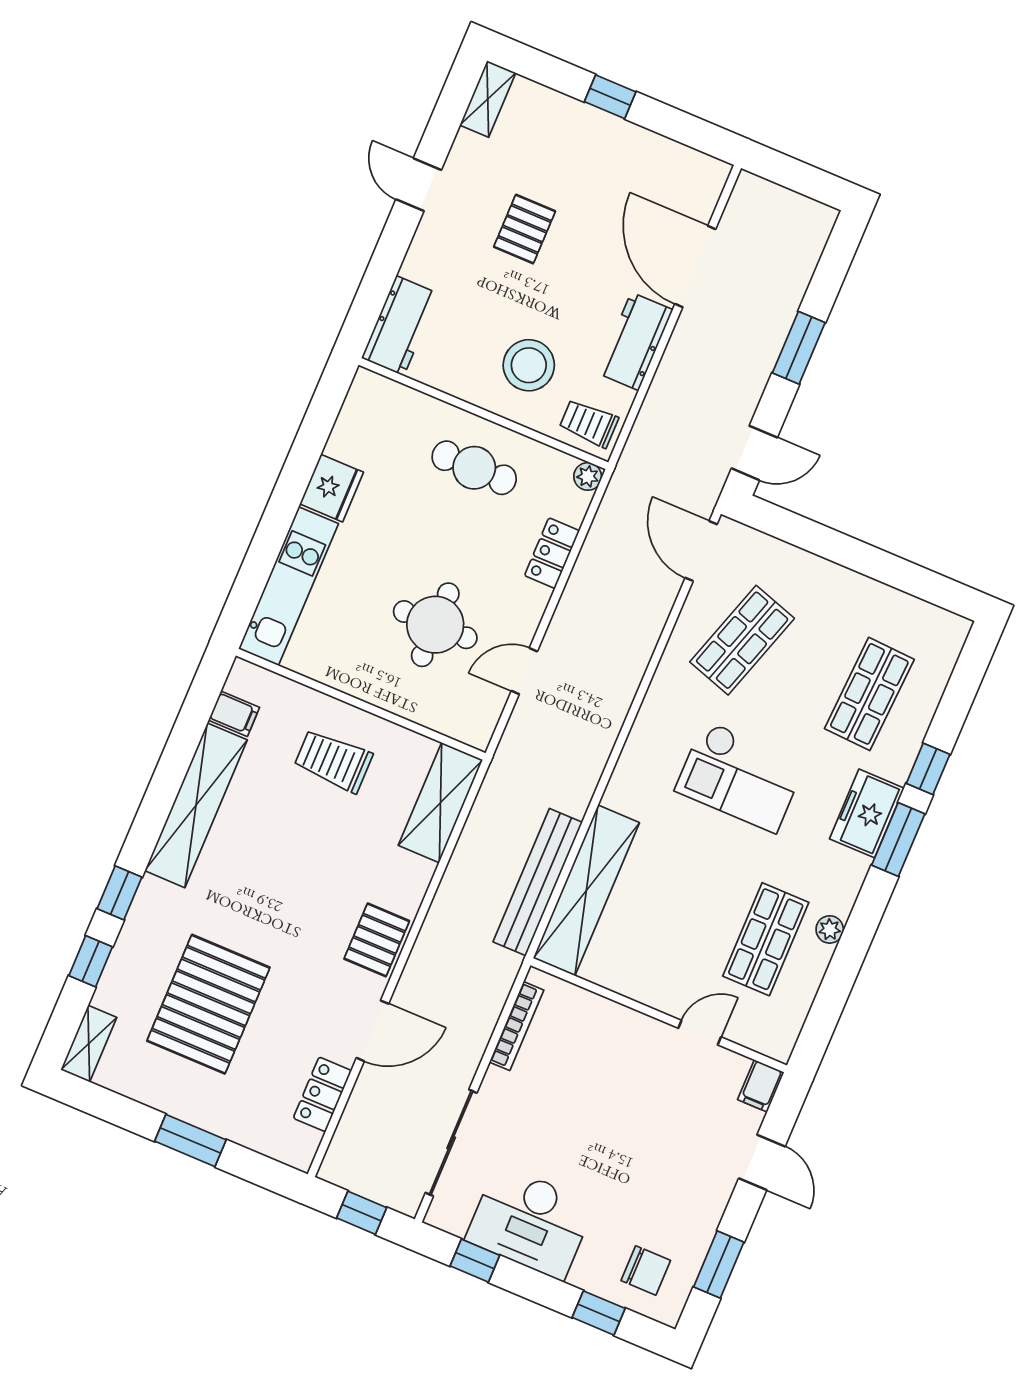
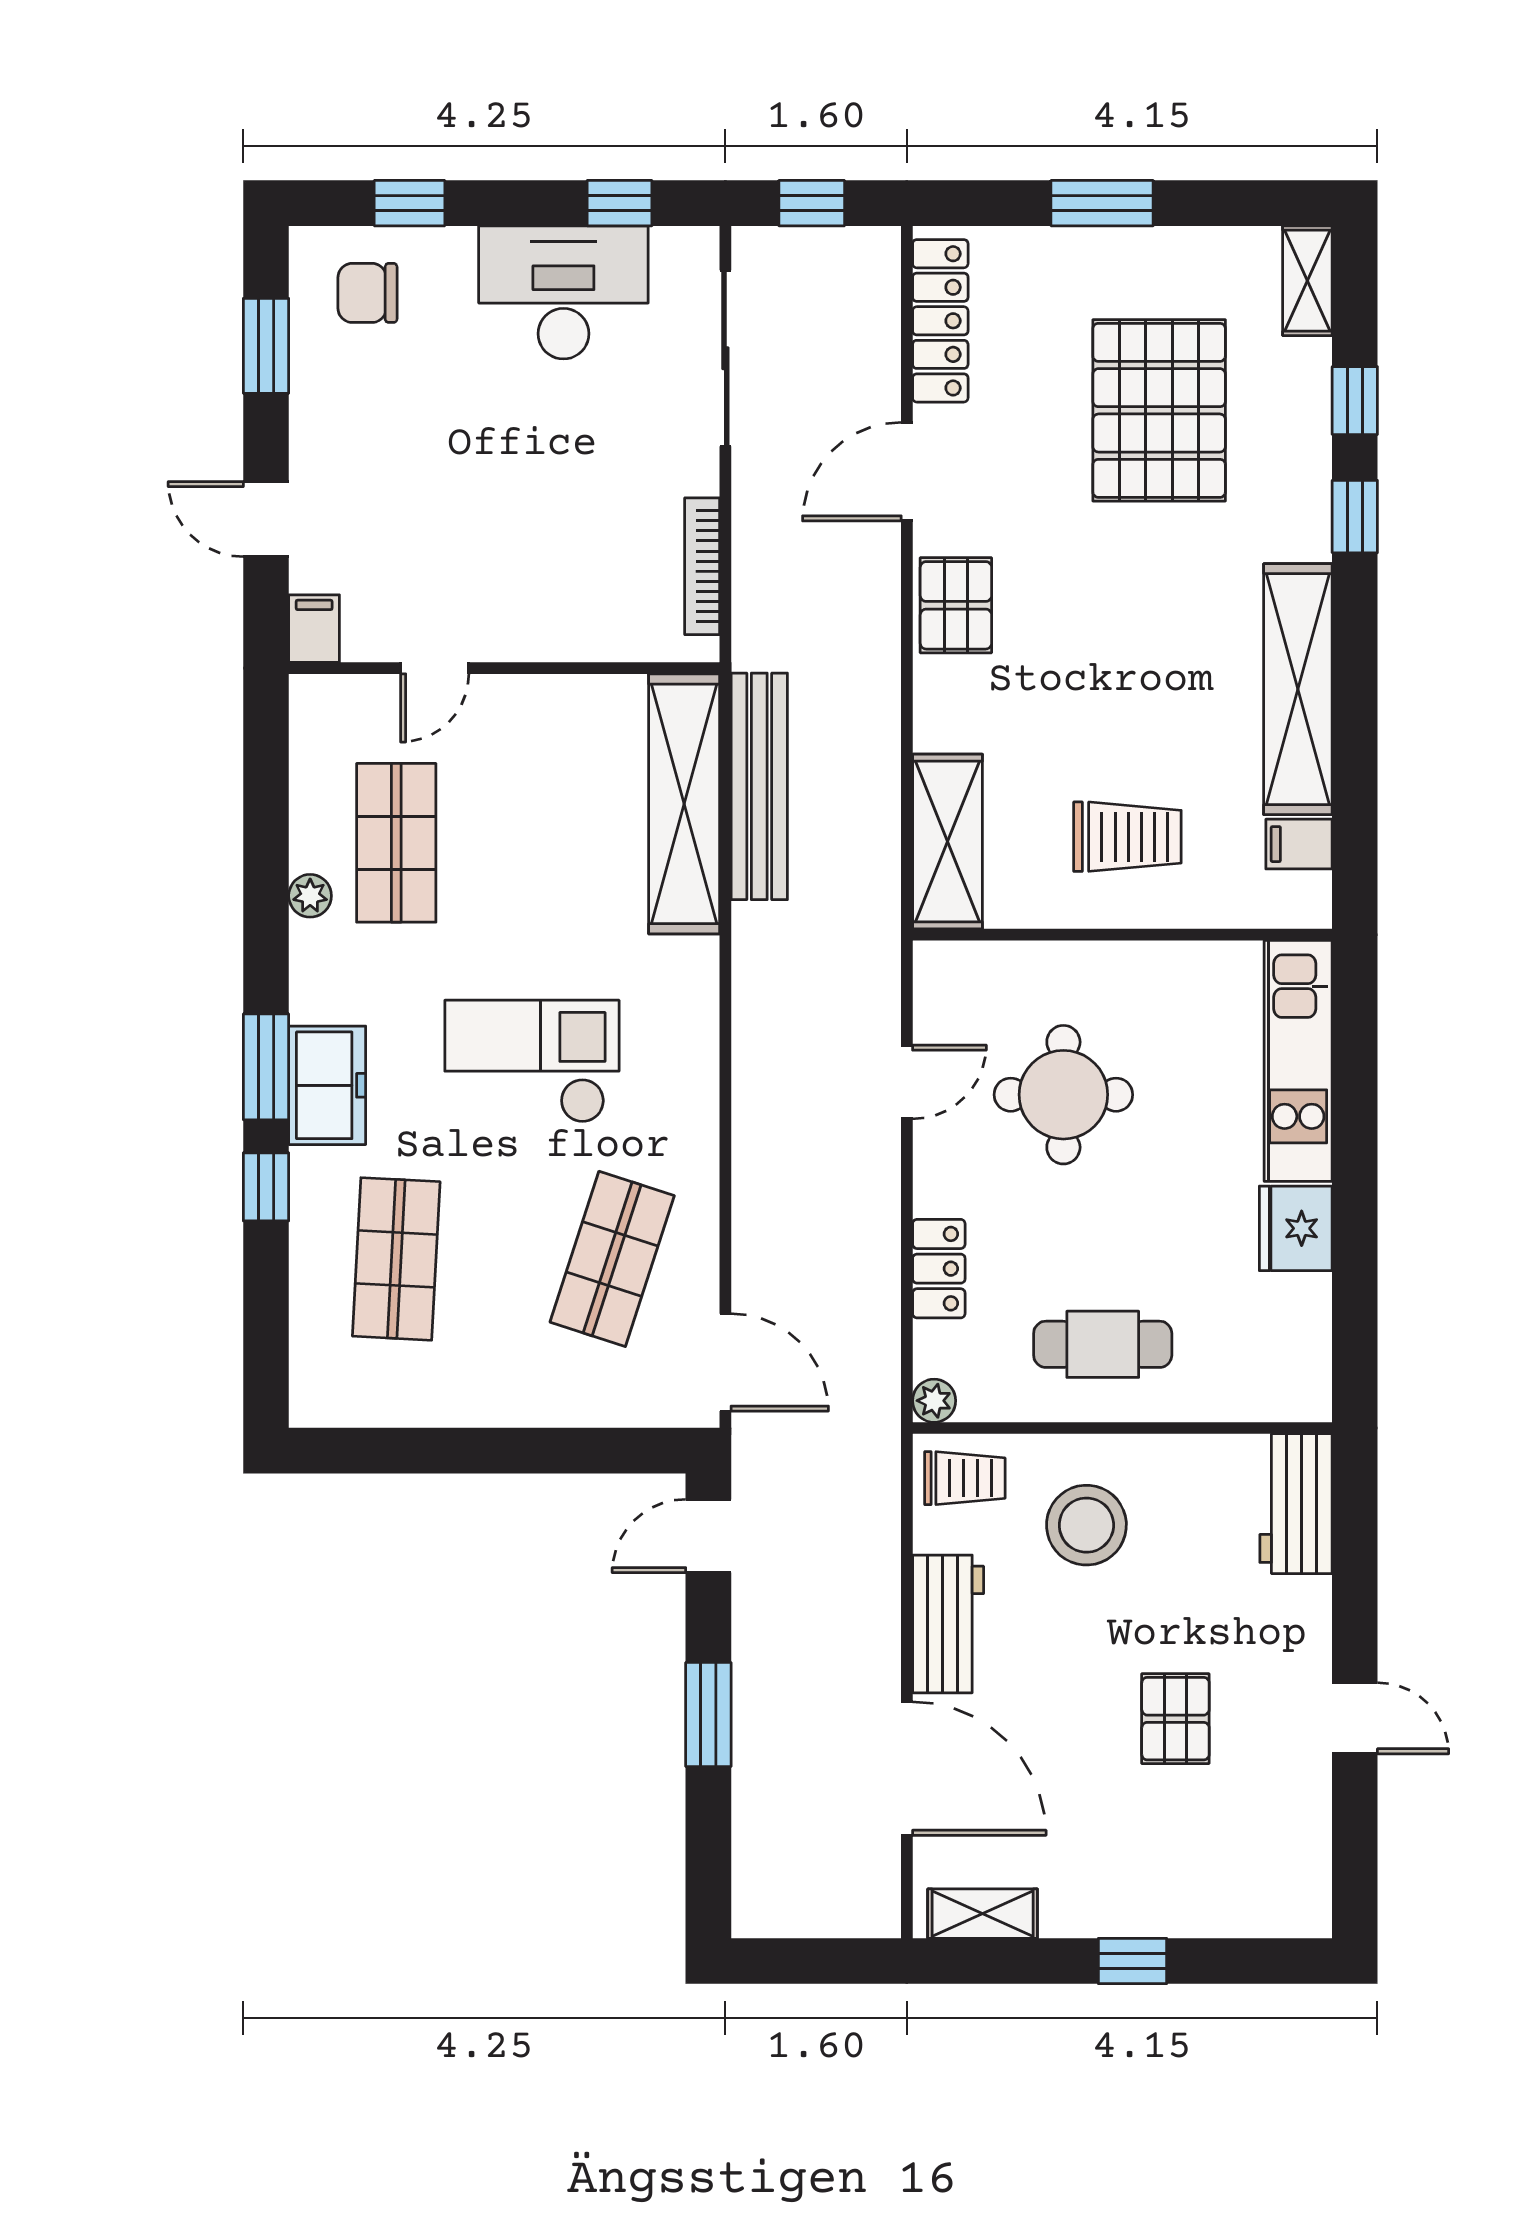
shelving: (488, 99) -> (983, 1914), moved, turned 90
locker: (322, 1094) -> (940, 321), width x1.53

